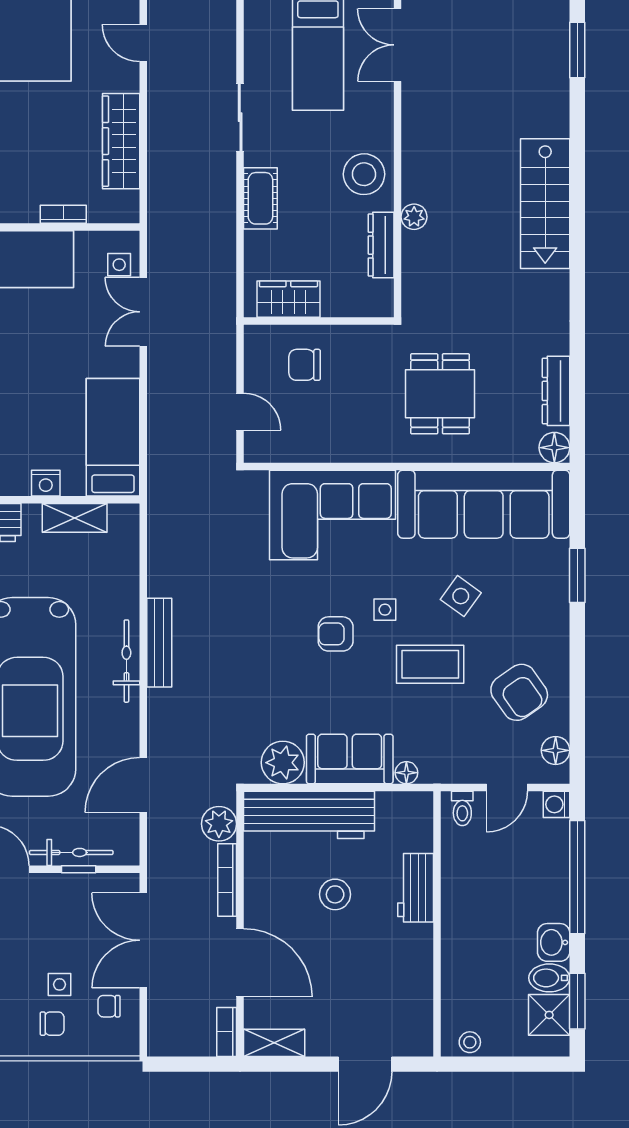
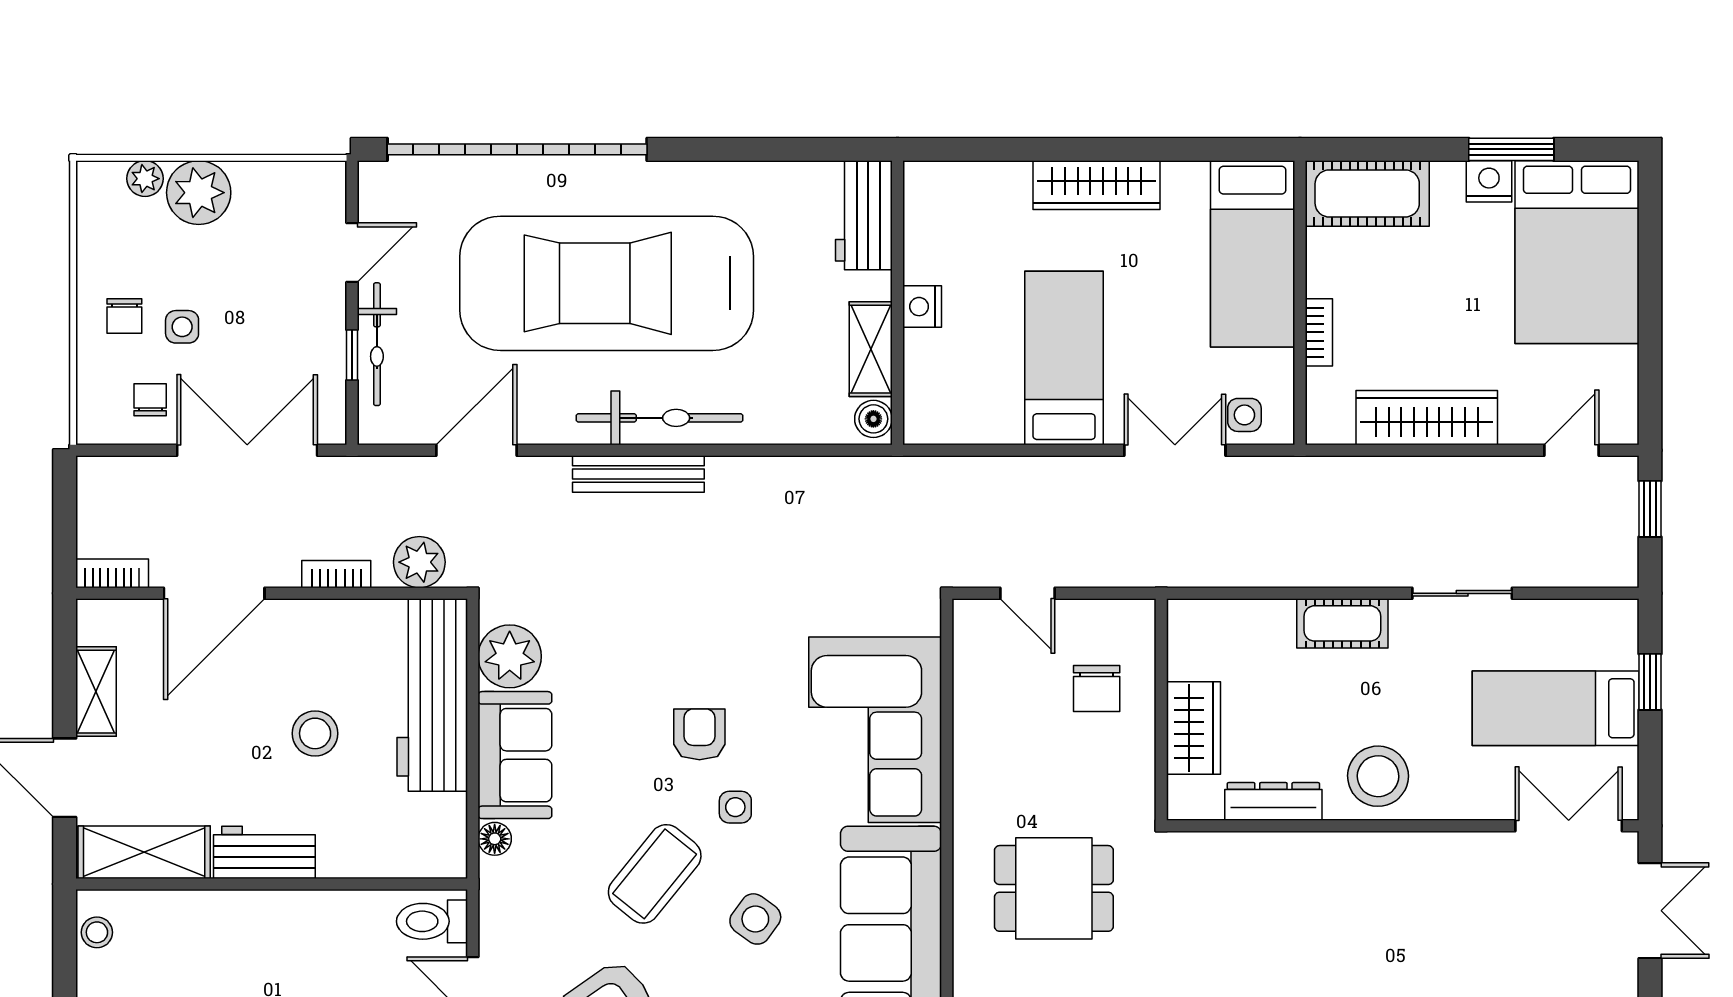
plant: (414, 217) -> (1315, 850), removed
wardrobe: (288, 299) -> (1194, 728), moved
chair: (305, 365) -> (1097, 688), turned 180
door: (240, 412) -> (1028, 593), hinge flipped
bed: (113, 437) -> (1064, 358), moved, turned -90
boiler: (122, 516) -> (873, 419), added
bench: (159, 643) -> (638, 474), moved
bicycle: (126, 661) -> (659, 418), width x1.37, depth x1.40
coffee table: (430, 664) -> (655, 874), turned 39
door: (143, 785) -> (477, 450), hinge flipped
toilet: (462, 808) -> (432, 921), width x1.37, depth x1.39
bookcase: (227, 880) -> (336, 574), width x0.64
workbench: (416, 888) -> (264, 852), moved
shelving: (415, 1010) -> (144, 852), added
shelving: (274, 1043) -> (96, 692), moved

